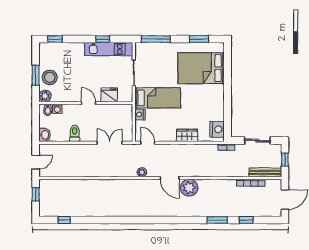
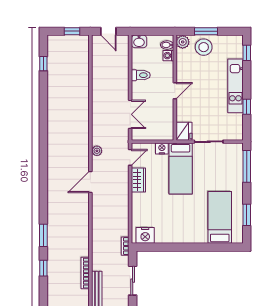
kitchen unit: (109, 49) -> (235, 86), moved
bed: (201, 68) -> (220, 217), width x0.67
fridge: (109, 95) -> (184, 131), moved
wardrobe: (187, 135) -> (138, 180), moved
plant: (189, 188) -> (80, 204), removed

